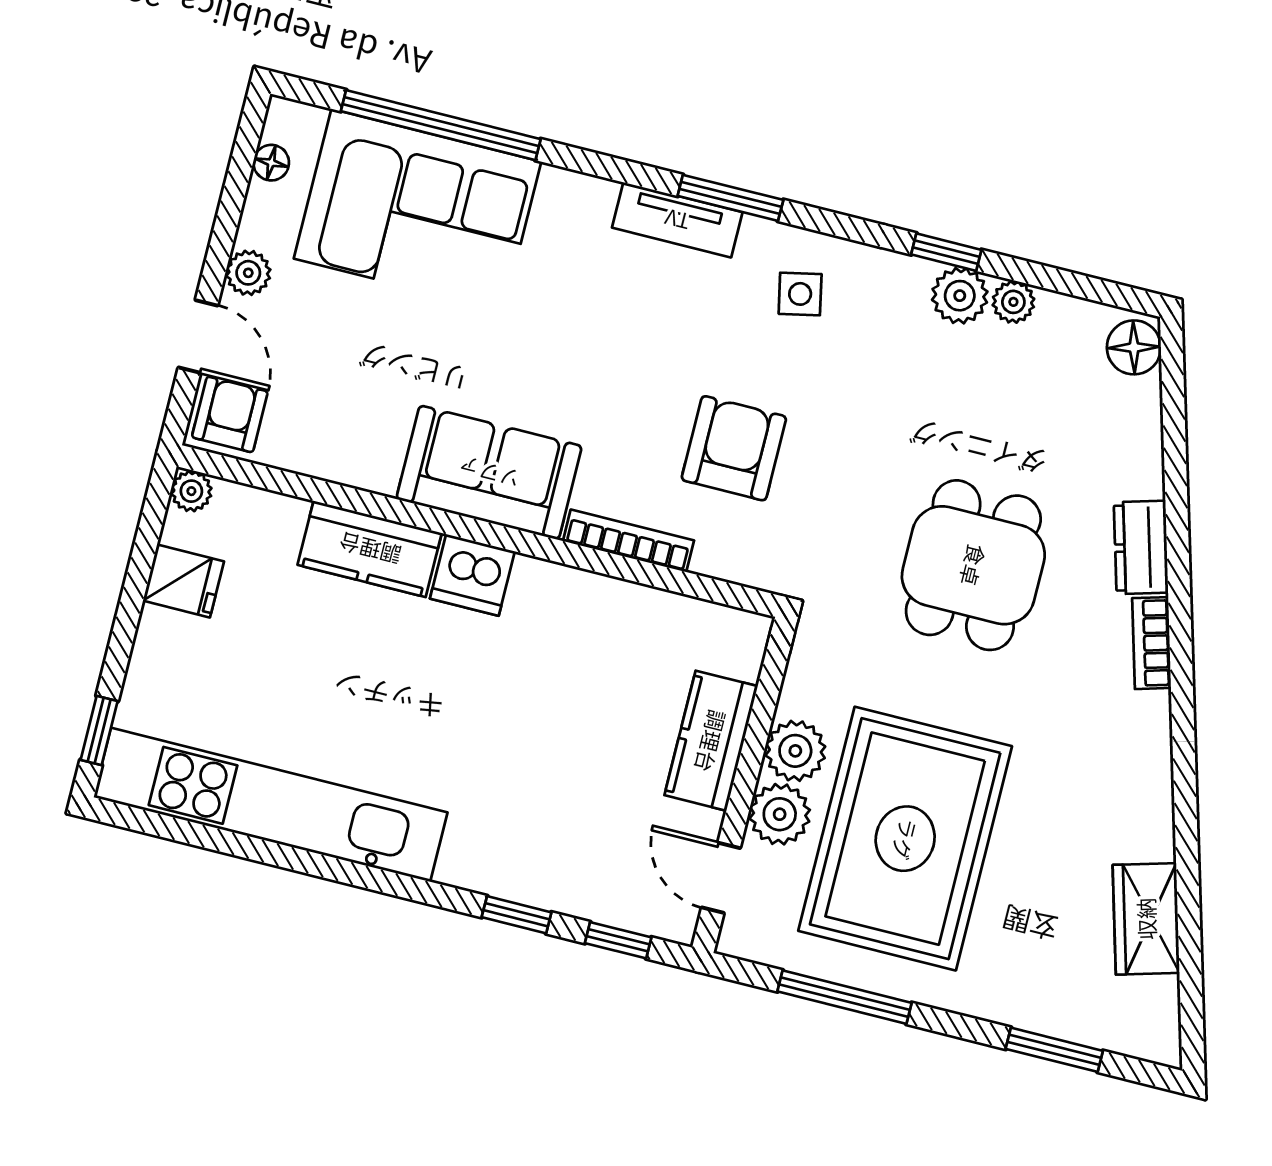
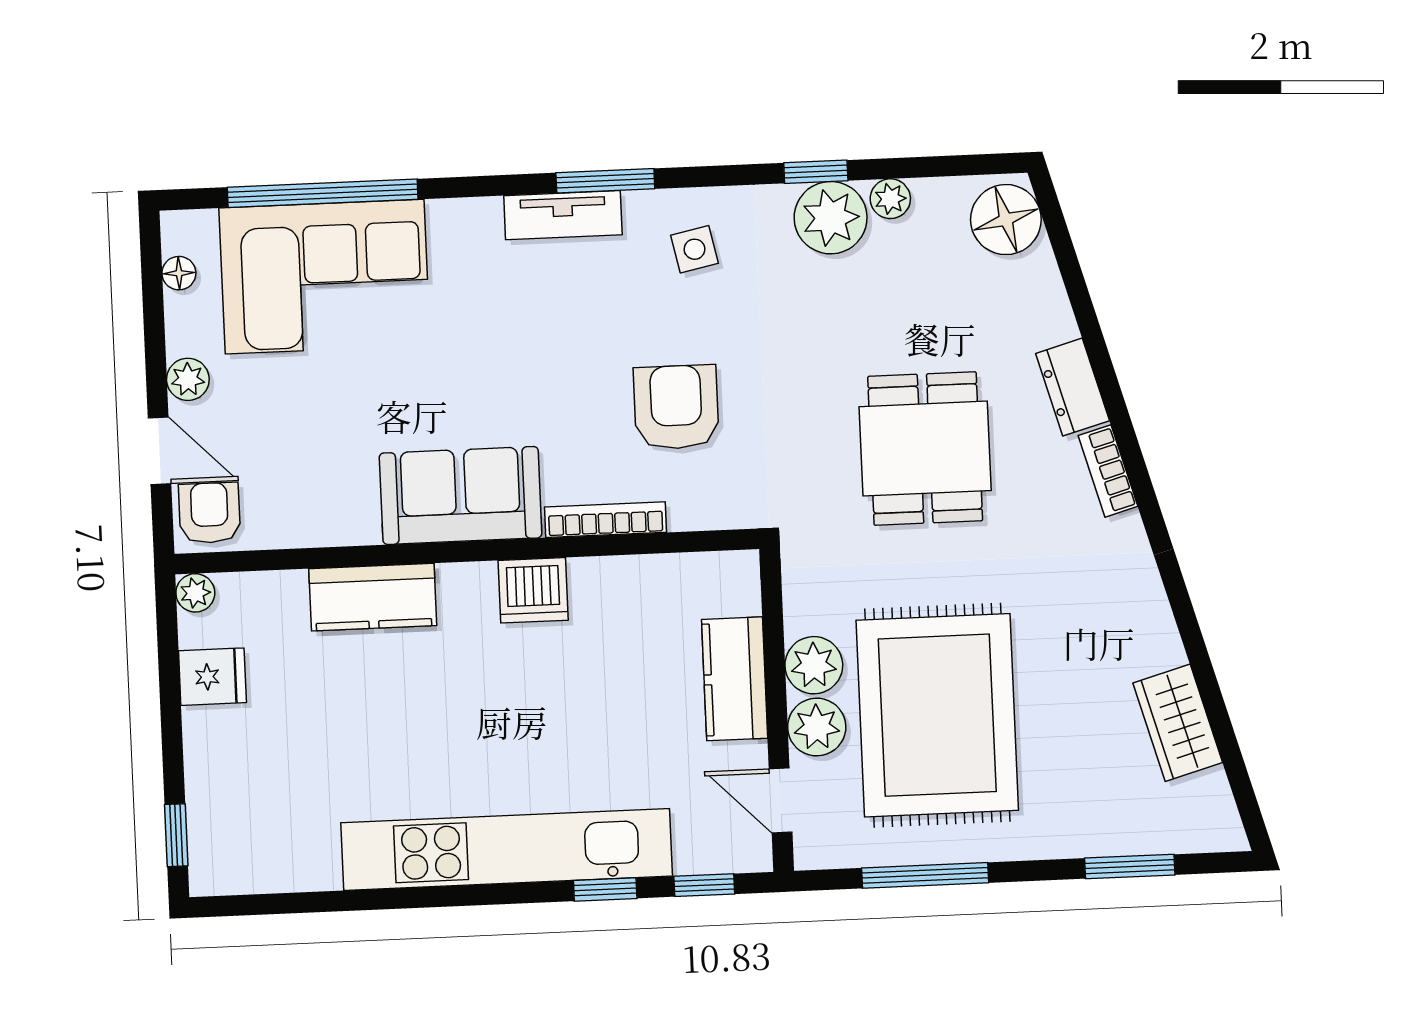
plant: (960, 296) -> (831, 218), width x1.36, depth x1.36
floor lamp: (1134, 347) -> (1006, 220), width x1.38, depth x1.38
dishwasher: (472, 575) -> (533, 590), moved
kitchen unit: (270, 805) -> (507, 849), moved

